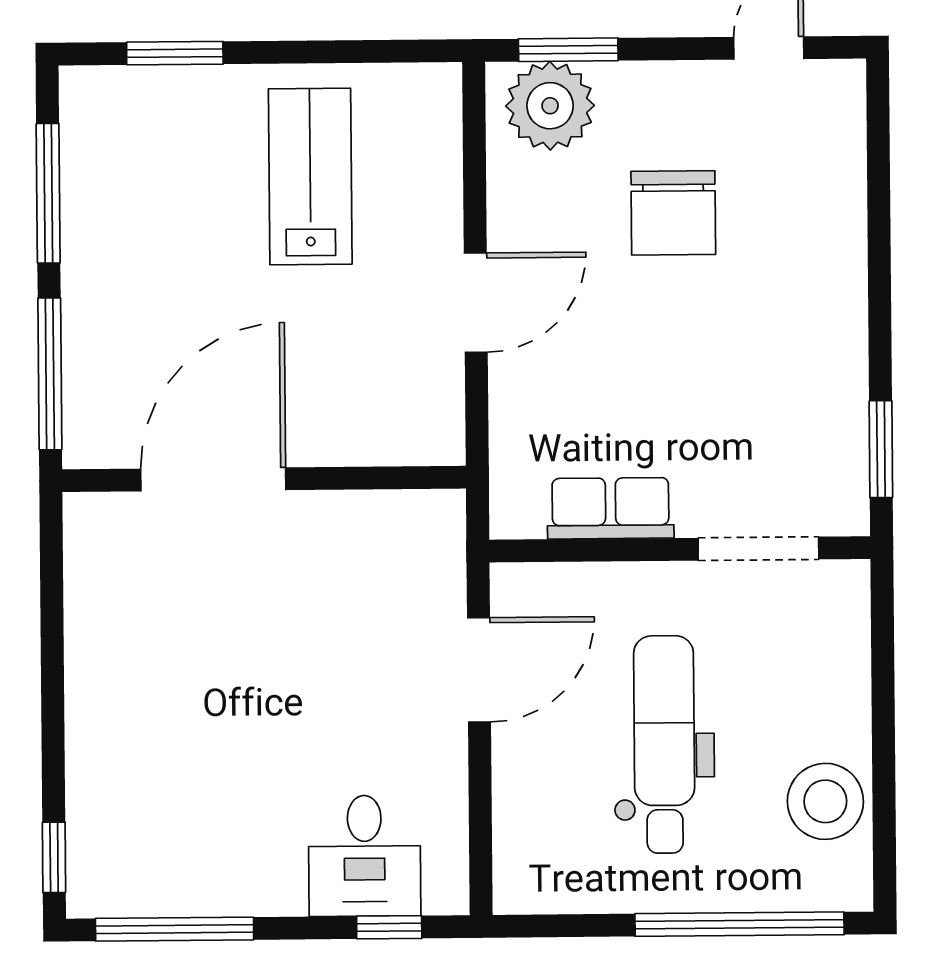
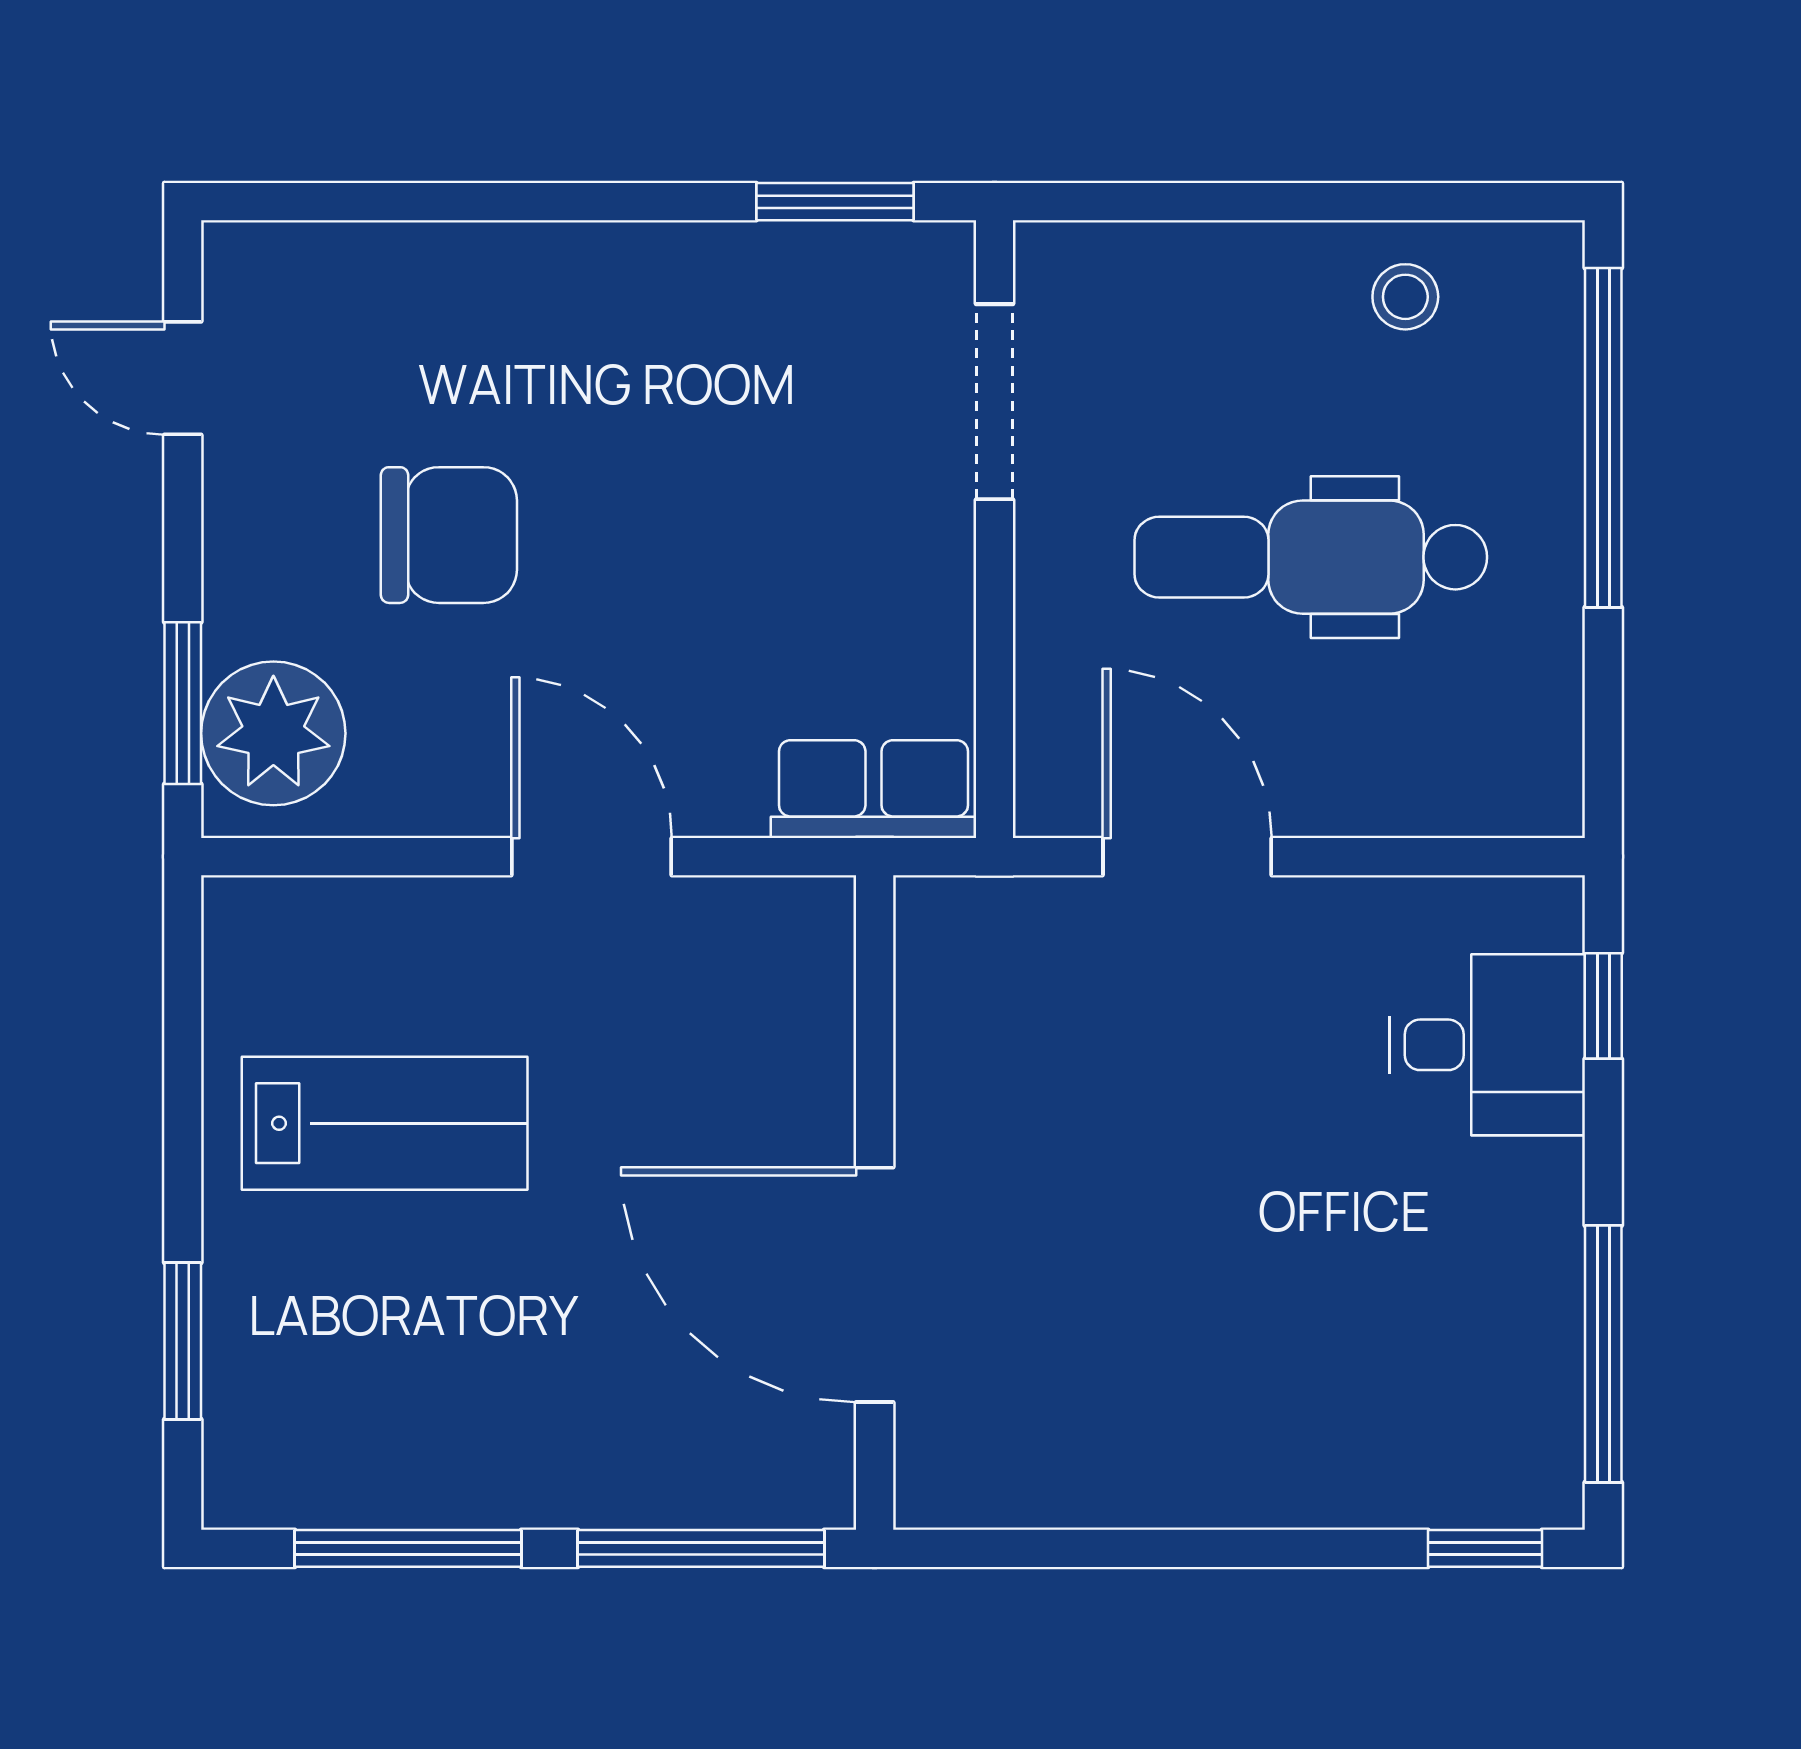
lab bench: (310, 176) -> (385, 1123), turned 180
row of seats: (611, 508) -> (873, 789), moved, turned 90
stool: (825, 801) -> (1405, 297), width x0.53, depth x0.53

